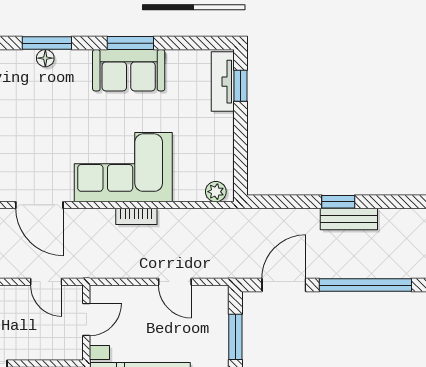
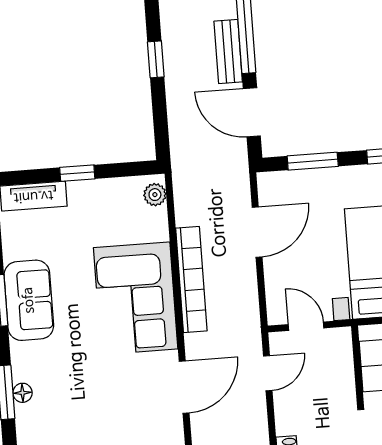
window: (240, 86) -> (77, 173), moved
bookcase: (136, 216) -> (191, 280), width x2.31, depth x1.31
bench: (349, 219) -> (228, 52), moved
door: (175, 282) -> (257, 232), width x1.38

